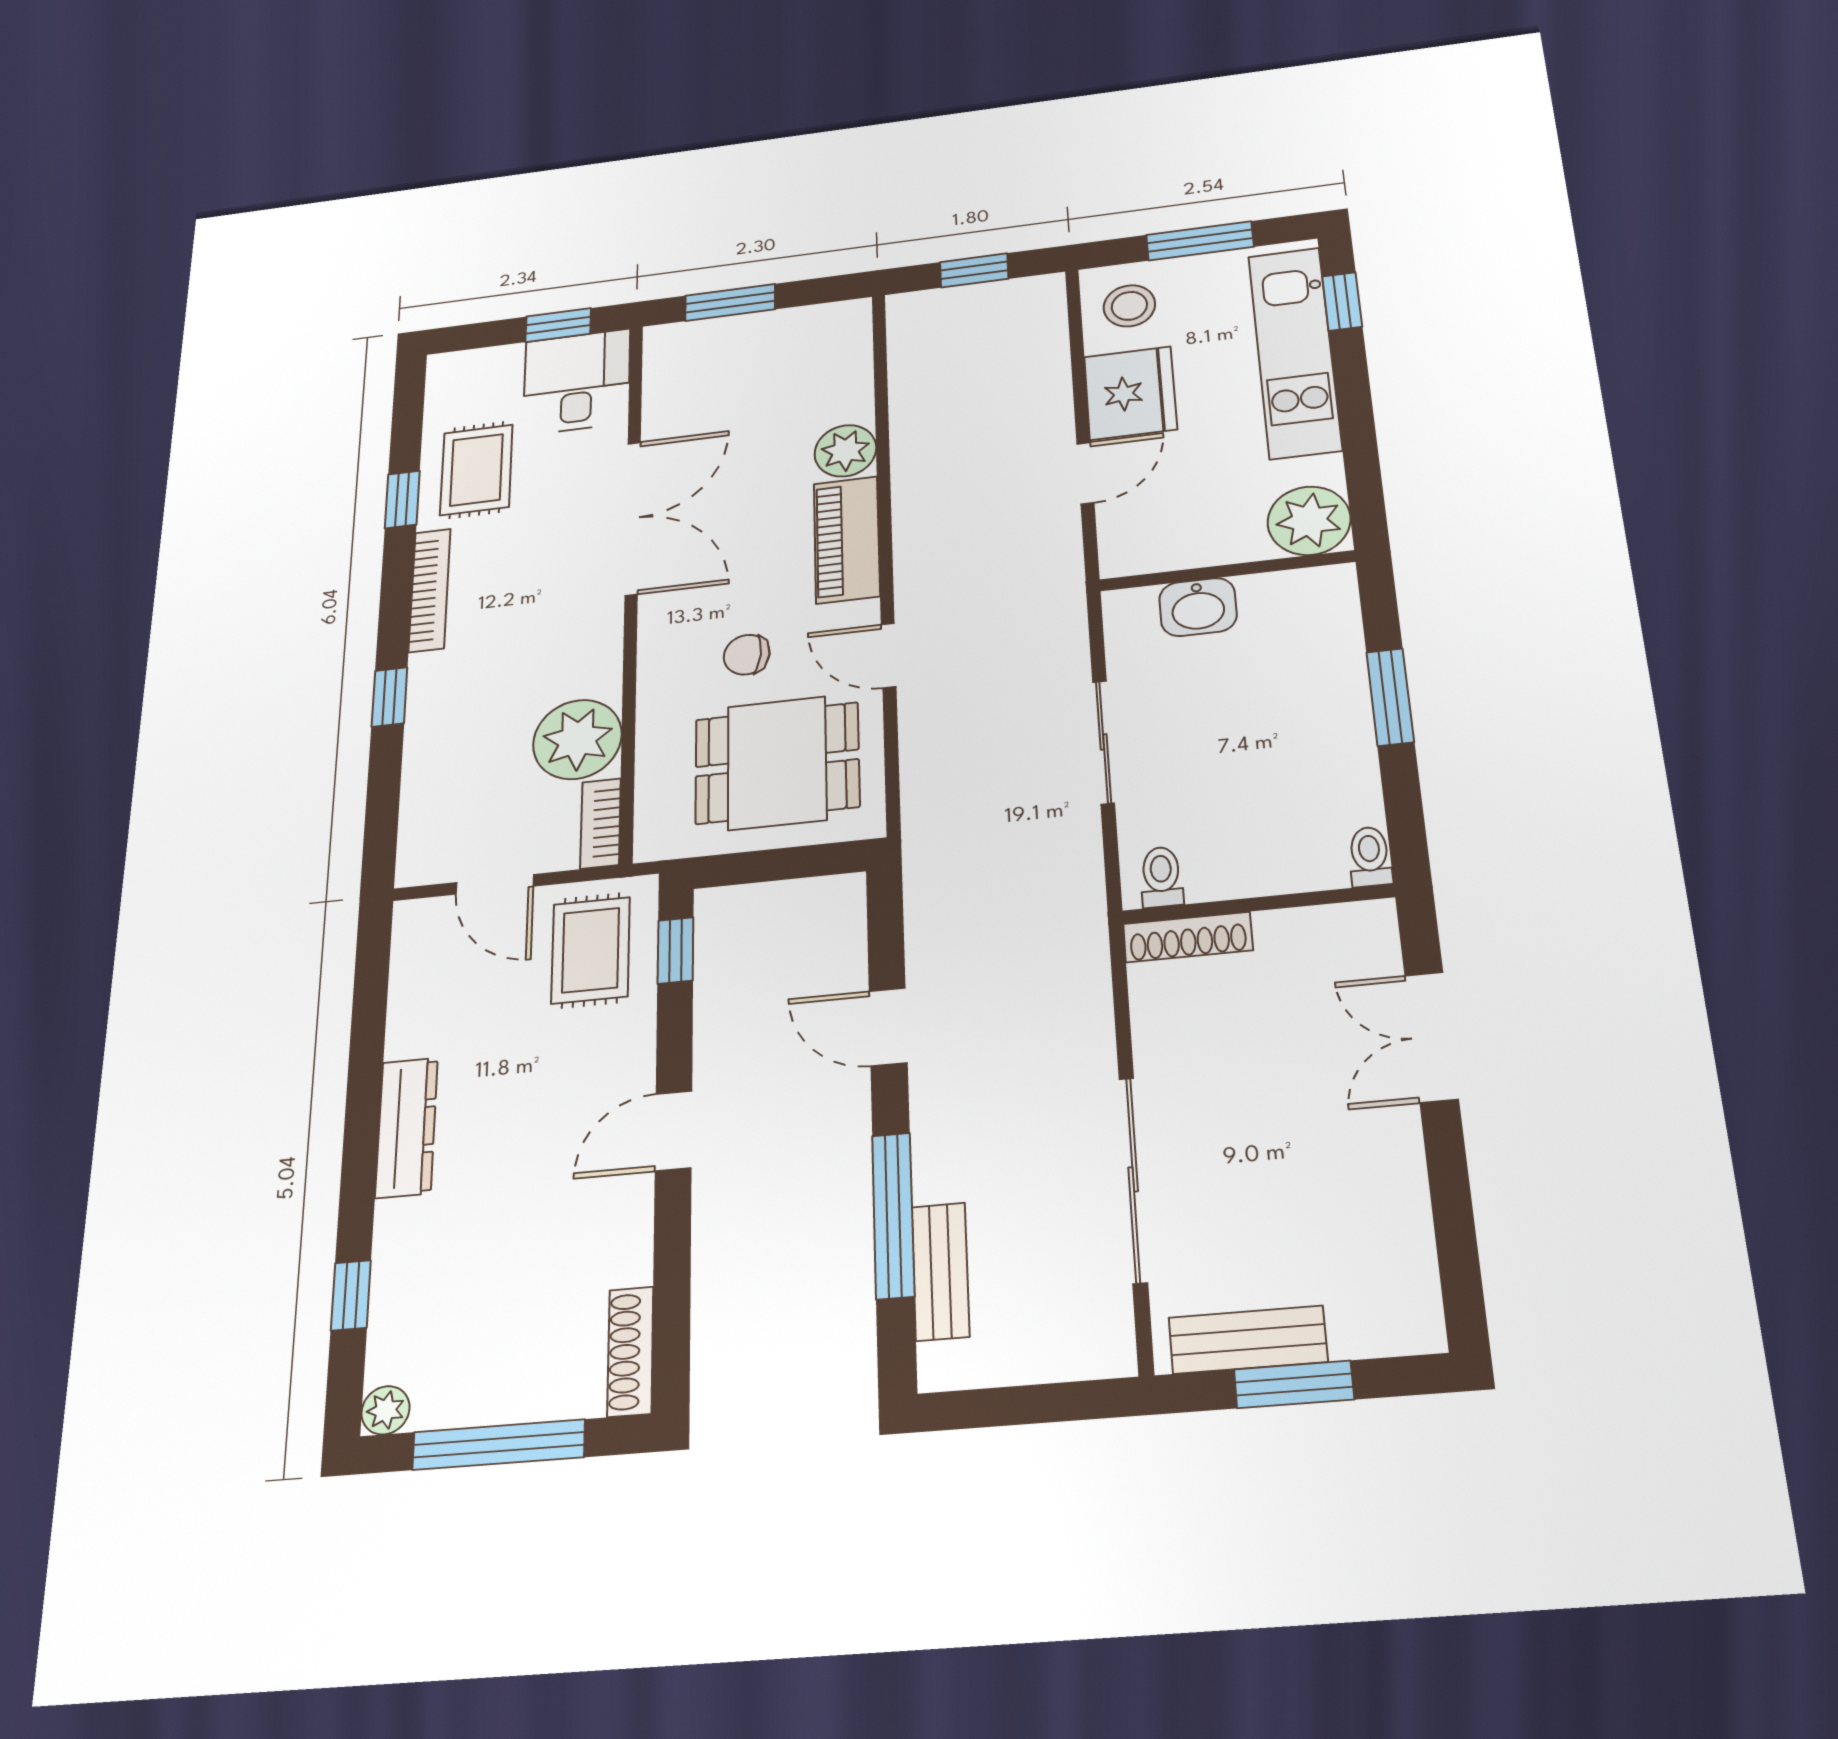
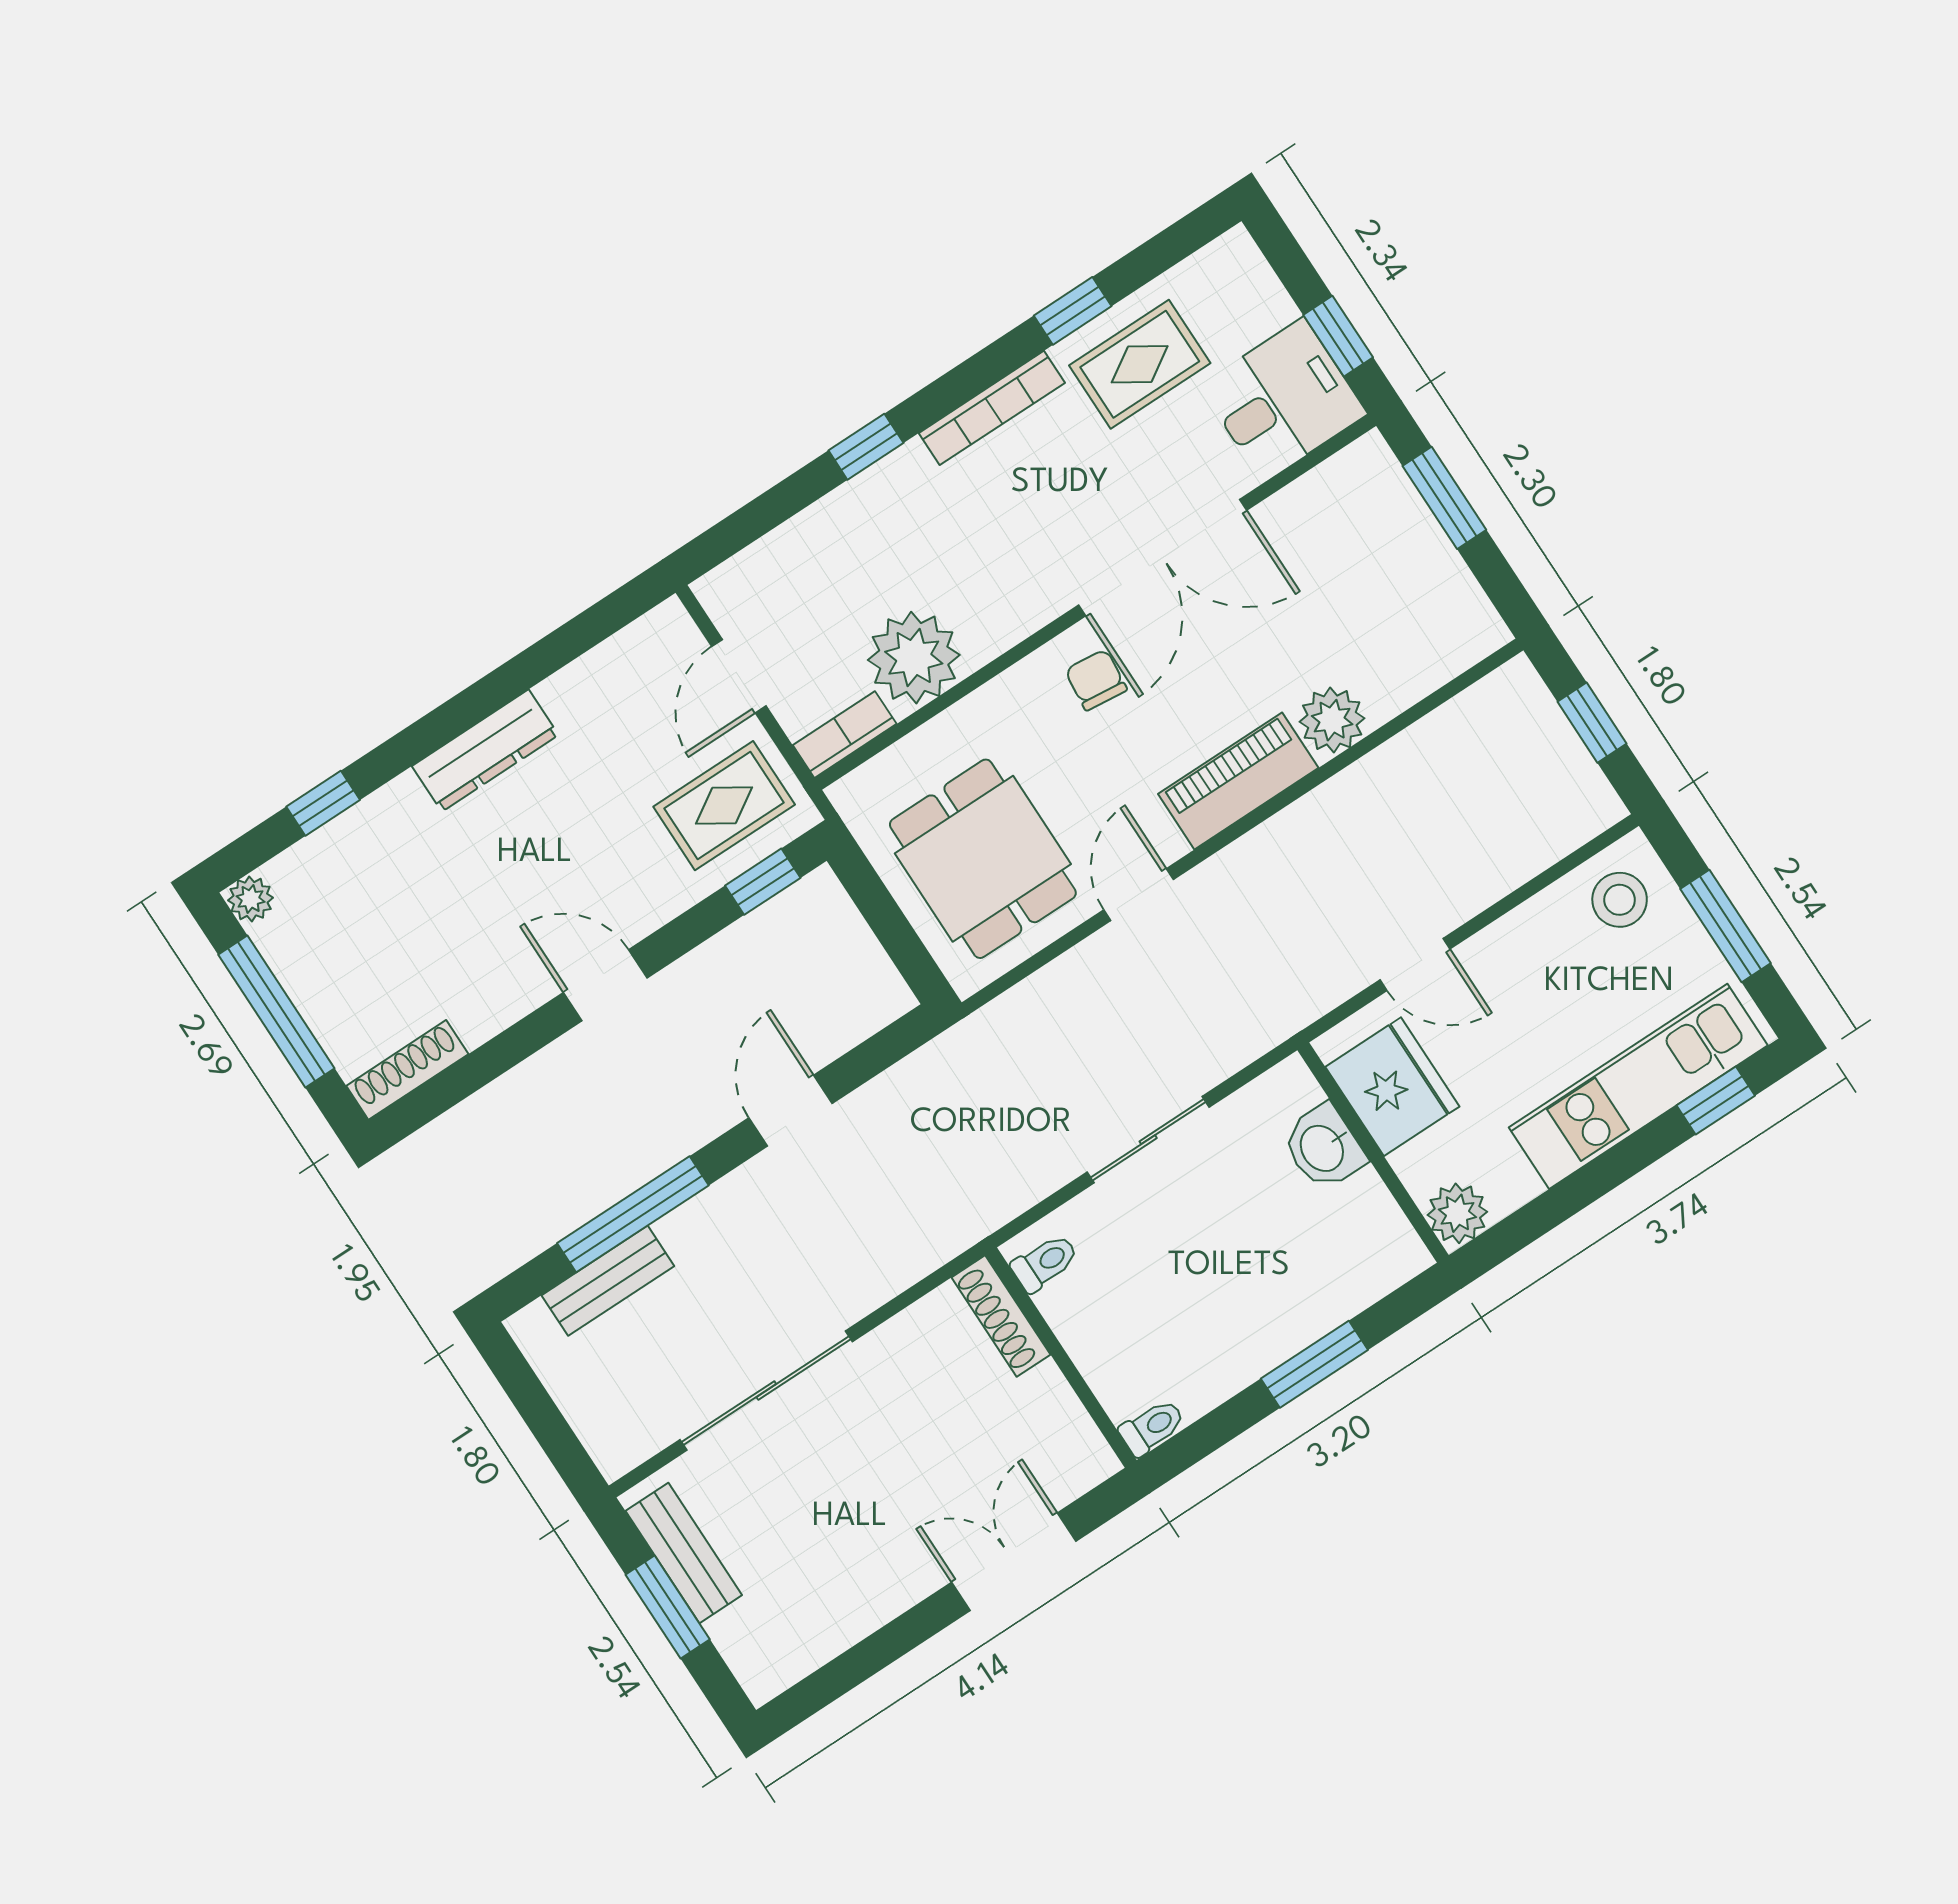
fridge: (1130, 393) -> (1392, 1087), moved, turned -90
plant: (1309, 521) -> (1457, 1213), width x0.73, depth x0.73
chair: (747, 655) -> (1096, 680), moved

